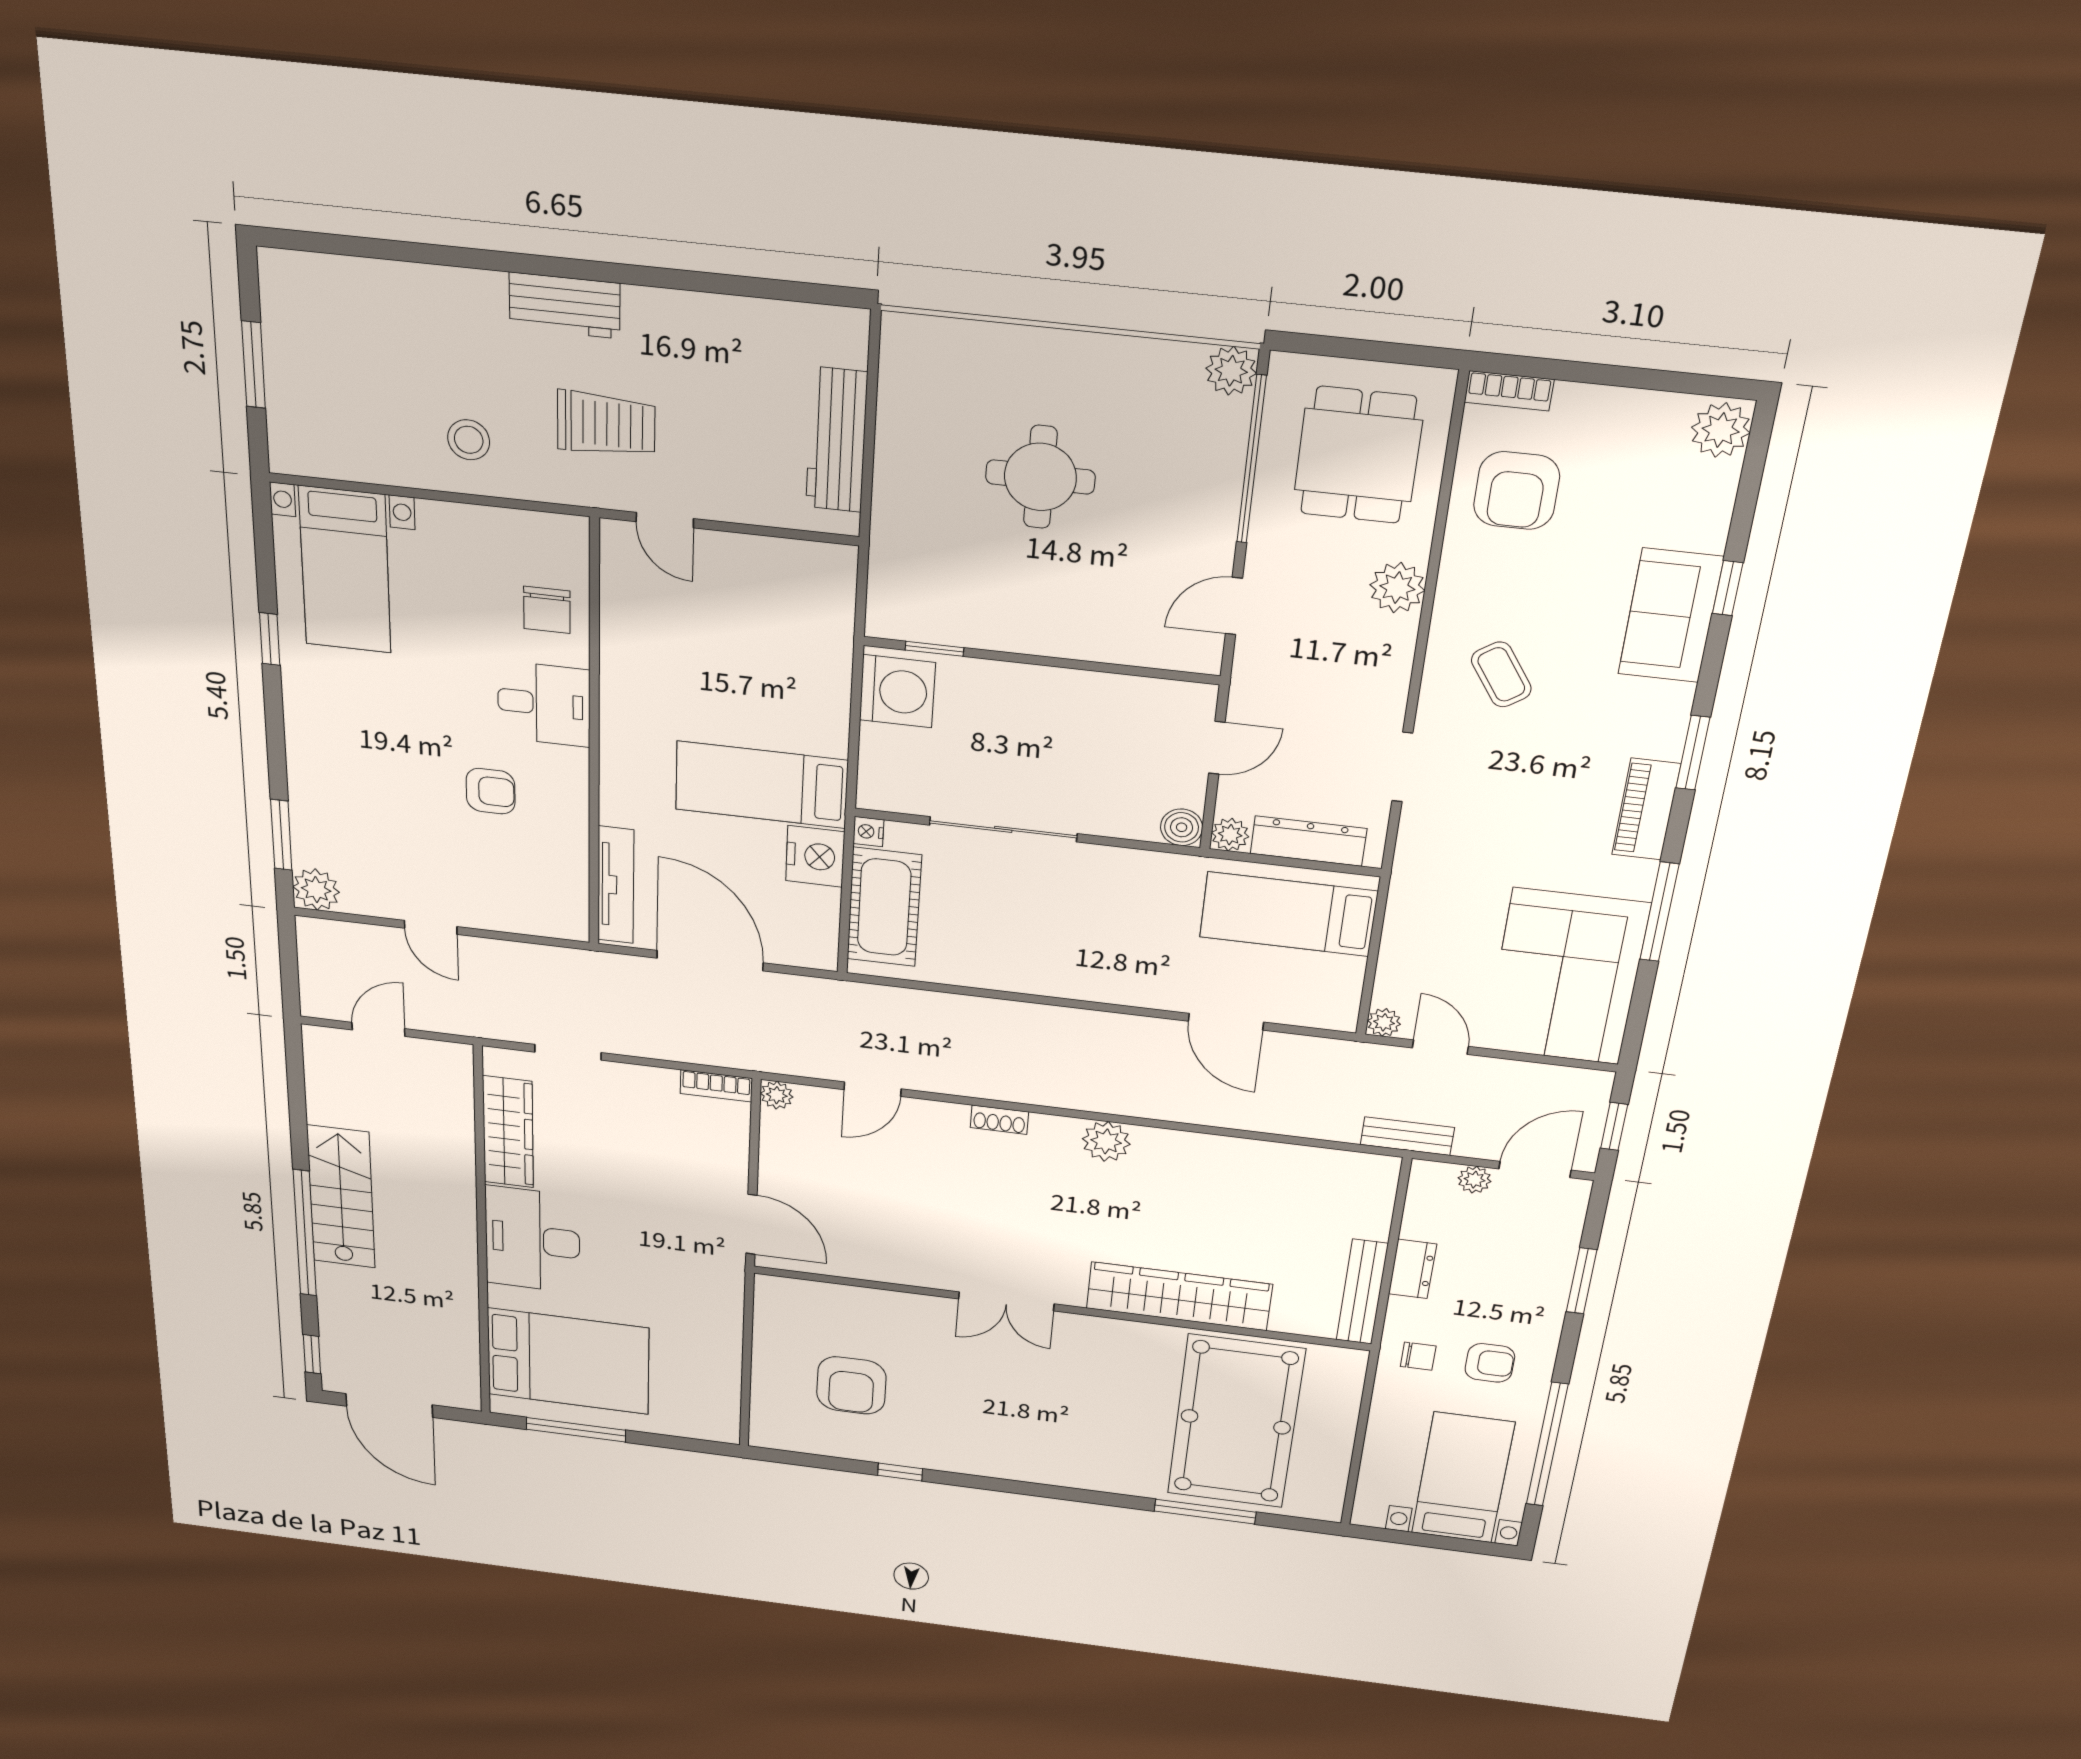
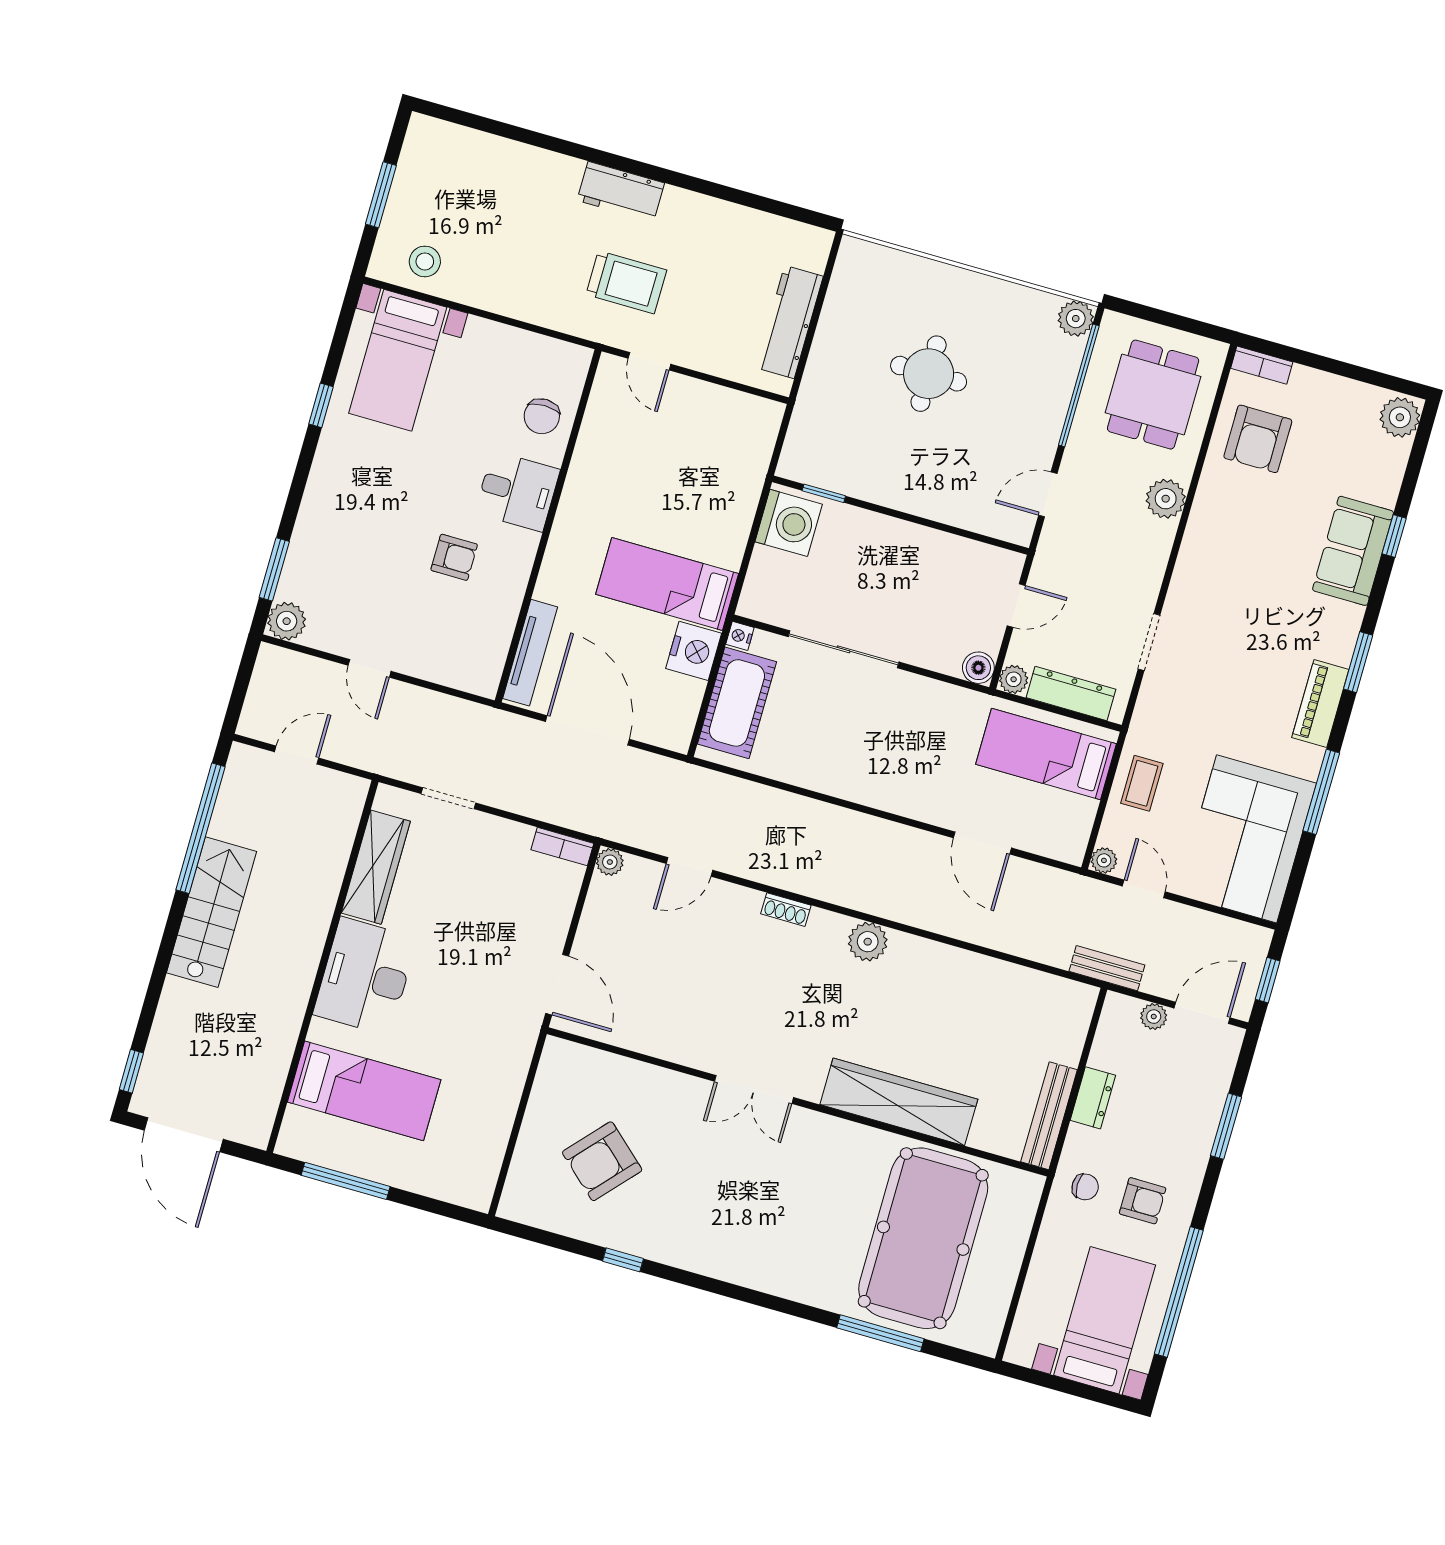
stool: (469, 440) -> (425, 261), moved
coffee table: (1501, 674) -> (1142, 783), moved, turned 34
window: (305, 1233) -> (201, 828), moved
bed: (568, 1361) -> (364, 1091), width x0.67
armchair: (851, 1385) -> (602, 1161), turned 42

